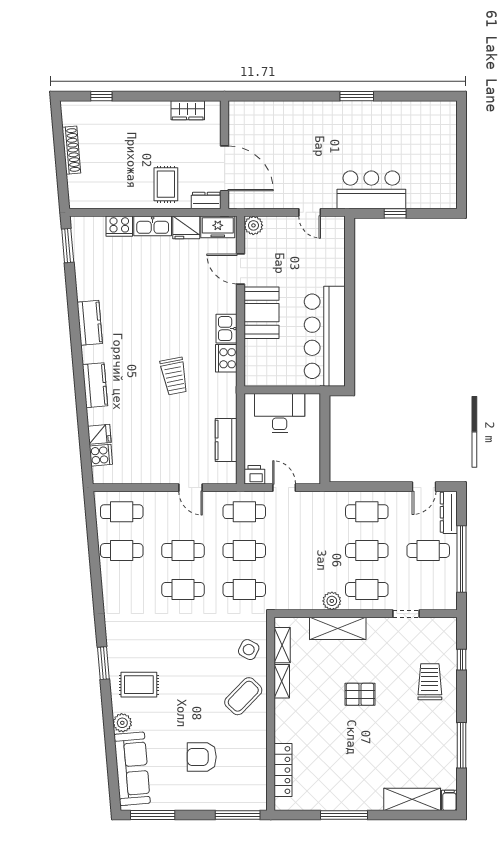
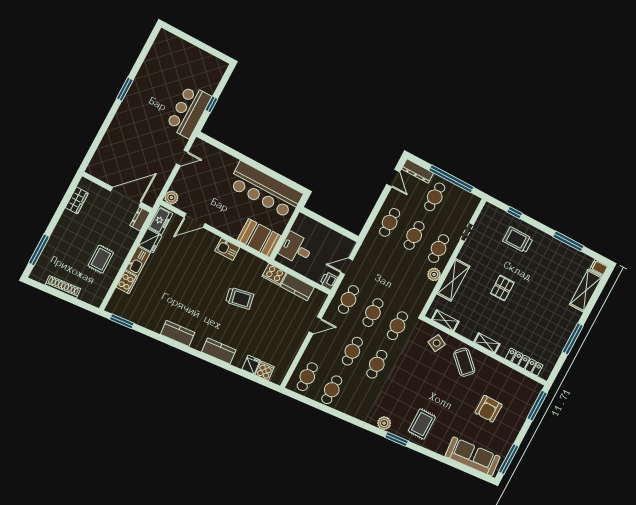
window: (101, 96) -> (39, 250), width x2.17
rug: (166, 184) -> (101, 259), moved, turned 90
booth: (261, 313) -> (259, 238), moved
cooker: (226, 358) -> (274, 274), moved
desk: (280, 413) -> (296, 249), width x0.73
shelving: (282, 681) -> (487, 343), moved
plant: (122, 723) -> (384, 423), moved

